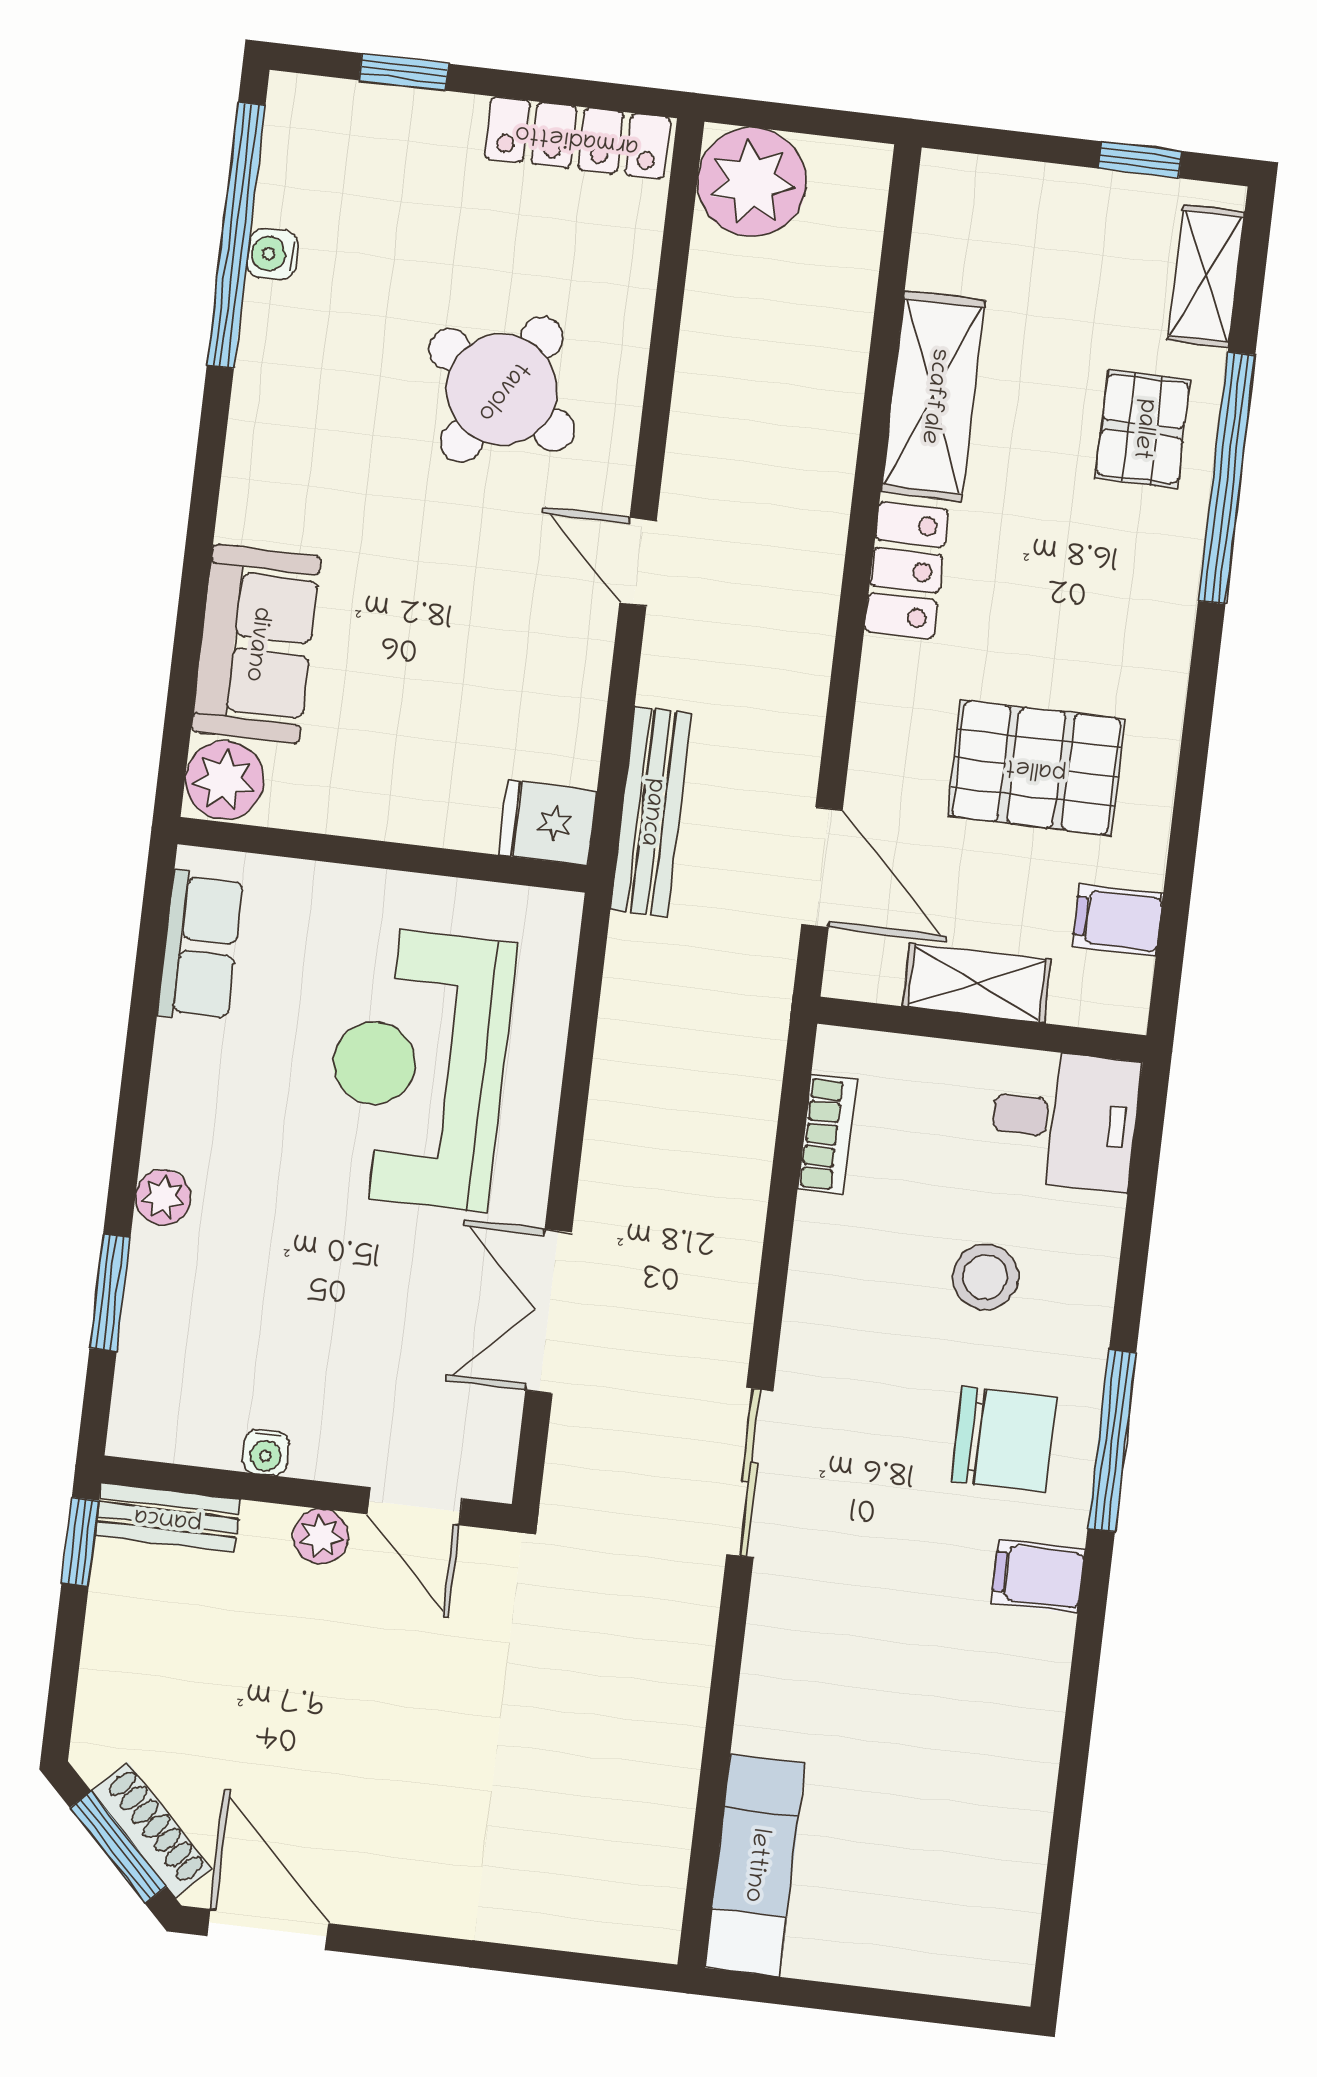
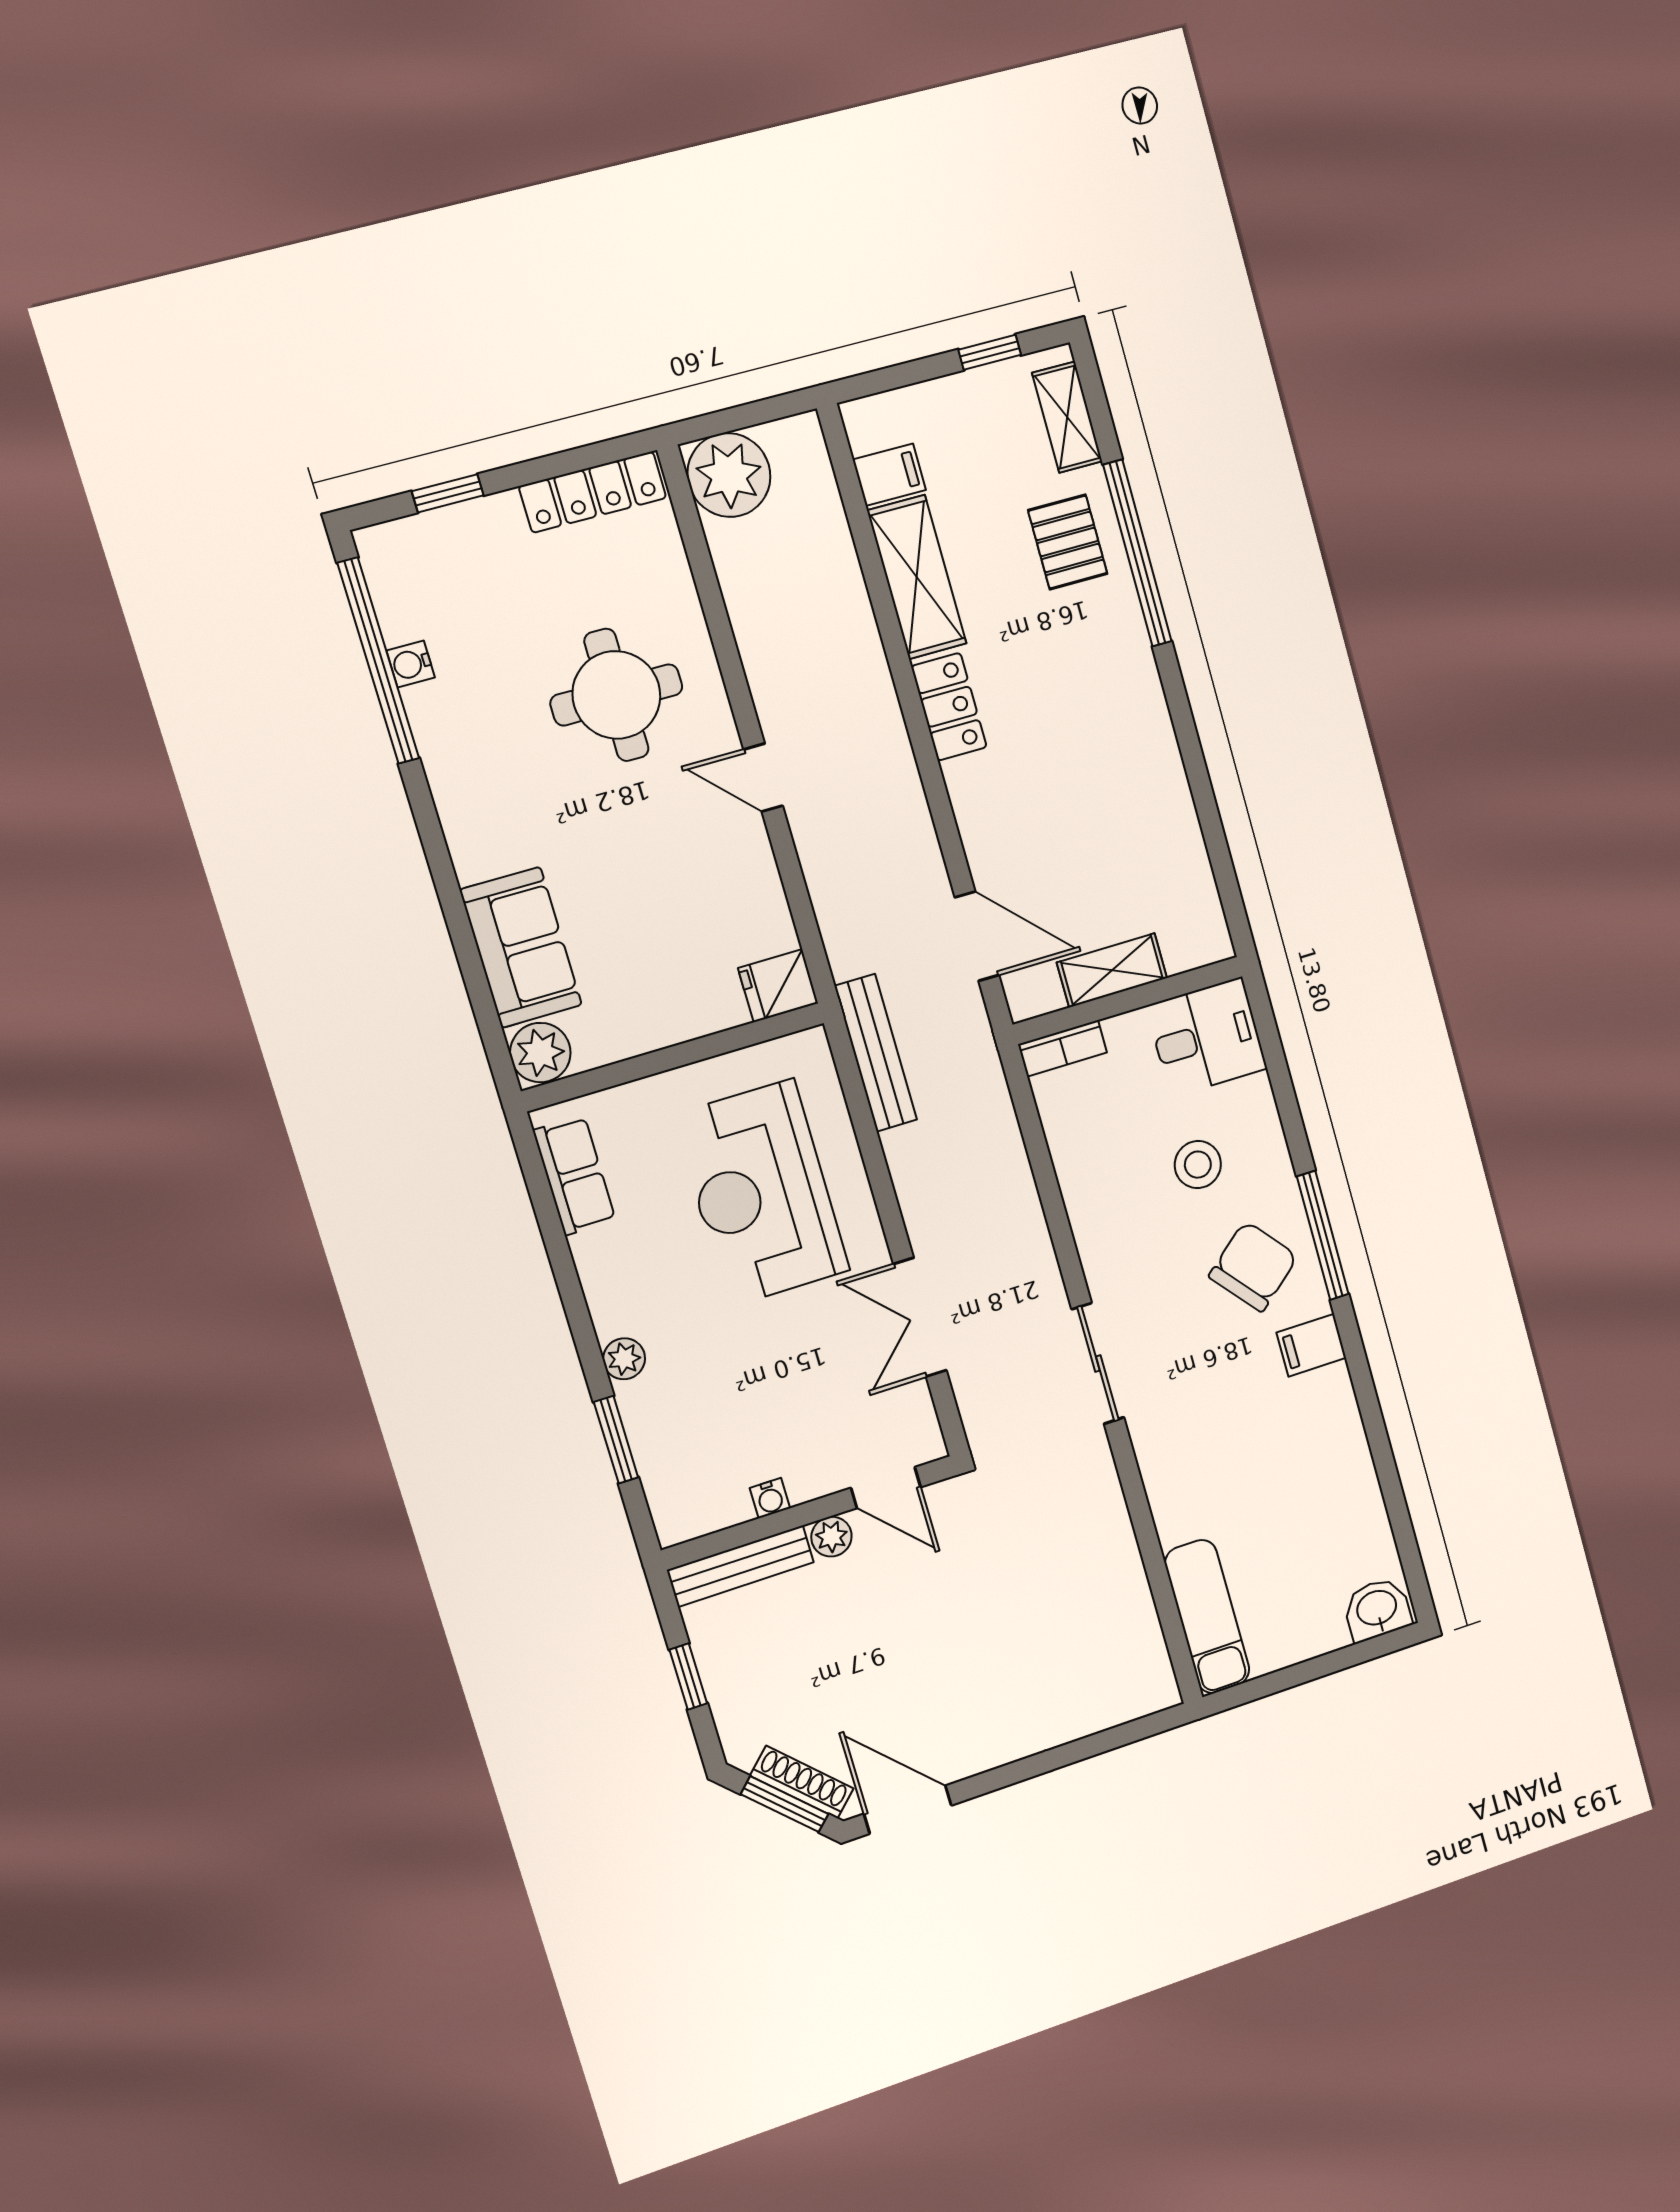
round table: (502, 390) -> (616, 695), turned -31
pallet: (1036, 768) -> (1092, 807), removed
bench: (651, 812) -> (876, 1053), moved
filing cabinet: (1118, 920) -> (889, 475), moved, turned 180
bookcase: (827, 1135) -> (1062, 1048), moved, turned 90
chair: (1004, 1440) -> (1253, 1266), turned -40
bench: (168, 1518) -> (740, 1566), width x1.36
window: (80, 1542) -> (688, 1676), moved
washbasin: (983, 1963) -> (1377, 1609), added

